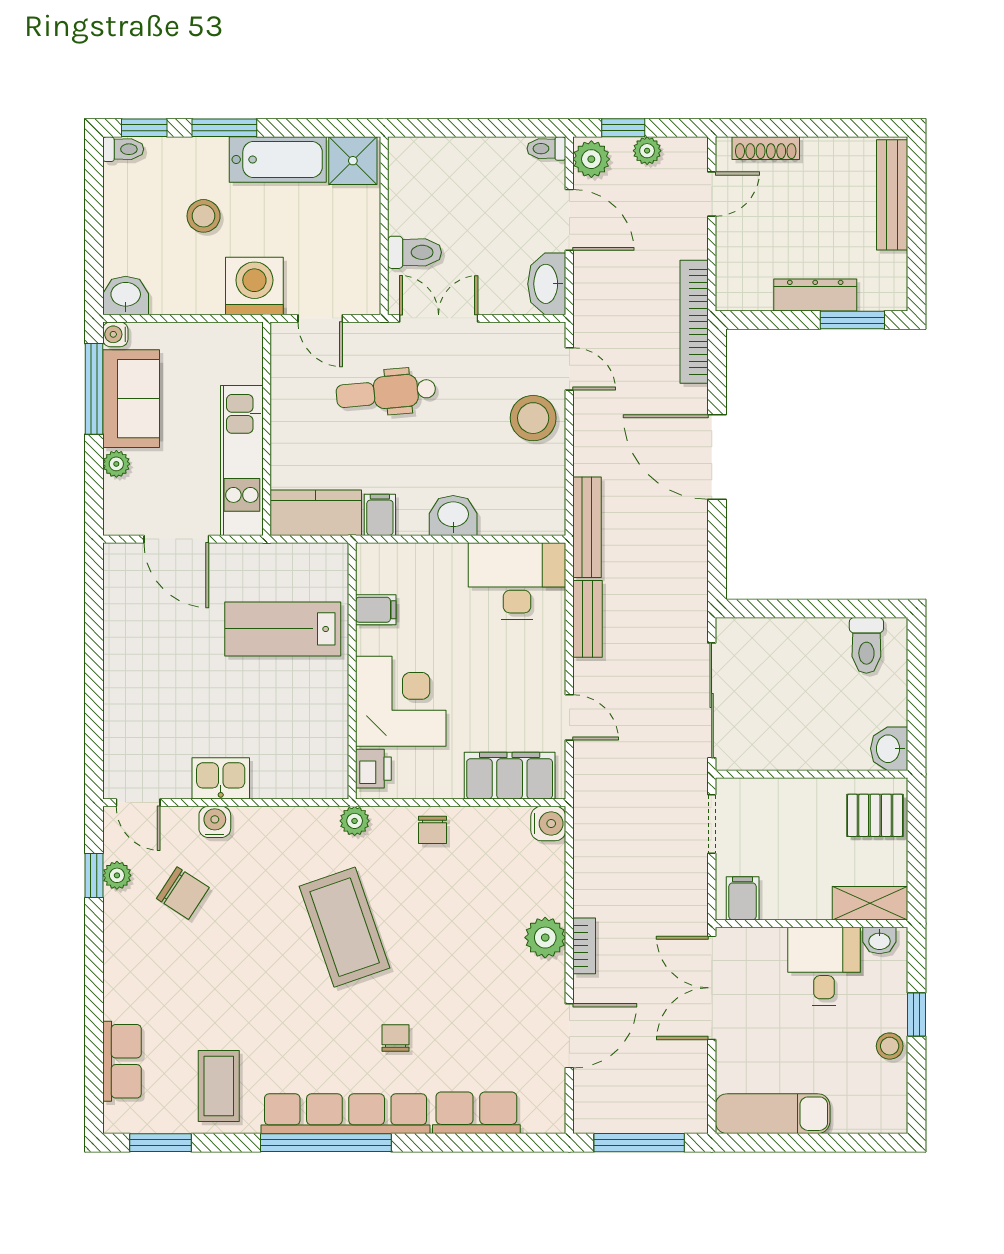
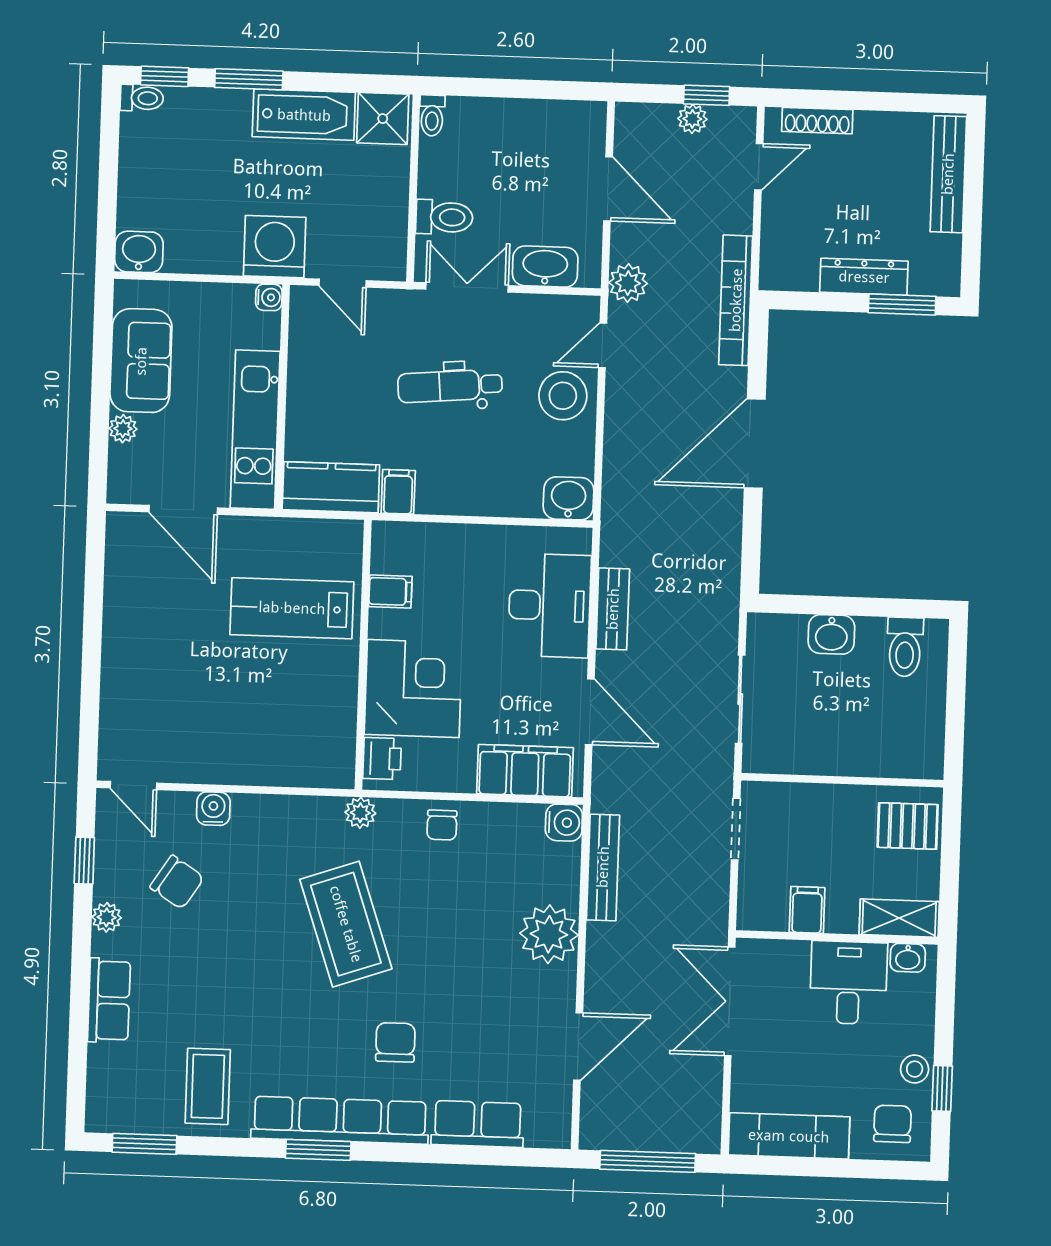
window: (623, 128) -> (707, 95), moved
toilet: (546, 149) -> (432, 115), moved, turned -90
plant: (591, 159) -> (628, 283), moved
stool: (204, 216) -> (224, 171), removed
washbasin: (547, 284) -> (545, 267), moved, turned 90
water cooler: (115, 334) -> (269, 297), moved, turned 180
door: (569, 369) -> (603, 345), swing flipped
window: (94, 389) -> (102, 349), removed
dental chair: (386, 392) -> (450, 386), moved
door: (717, 457) -> (755, 443), hinge flipped
washbasin: (453, 515) -> (569, 498), moved
bench: (587, 527) -> (603, 867), moved
desk: (517, 581) -> (550, 605), moved, turned 90
sliding door: (712, 700) -> (740, 699), width x0.73
door: (569, 717) -> (590, 712), width x1.38
washbasin: (889, 749) -> (831, 634), moved, turned -90
kitchen sink: (221, 778) -> (221, 763), removed
plant: (117, 875) -> (107, 917), moved
filing cabinet: (743, 898) -> (807, 910), moved
plant: (545, 938) -> (549, 934), width x1.36, depth x1.36
bookcase: (584, 946) -> (597, 953), removed
window: (916, 1015) -> (942, 1088), moved
chair: (396, 1038) -> (395, 1042), width x1.37, depth x1.37
row of seats: (122, 1061) -> (109, 1000), moved
chair: (870, 1099) -> (892, 1124), added
window: (326, 1143) -> (318, 1150), width x0.47

